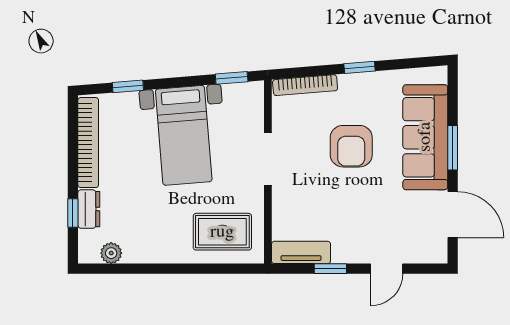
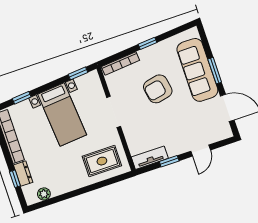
armchair: (351, 146) -> (158, 89), turned 79

